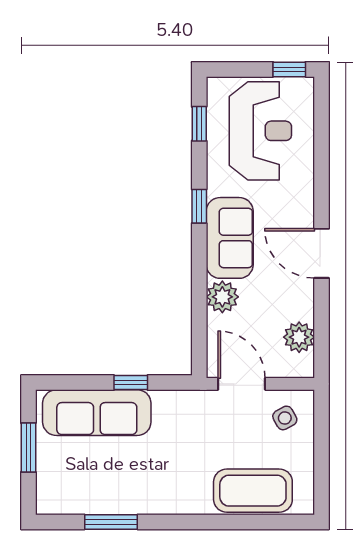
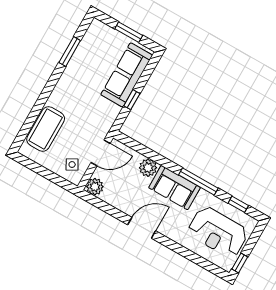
window: (199, 206) -> (198, 182), width x2.17
plant: (299, 337) -> (95, 187), moved

